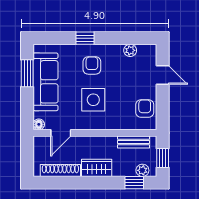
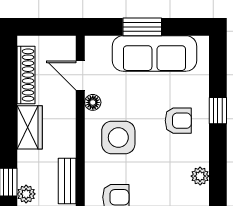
window: (27, 73) -> (142, 27), moved
side table: (93, 100) -> (118, 138), moved
floor lamp: (39, 124) -> (93, 102), moved

